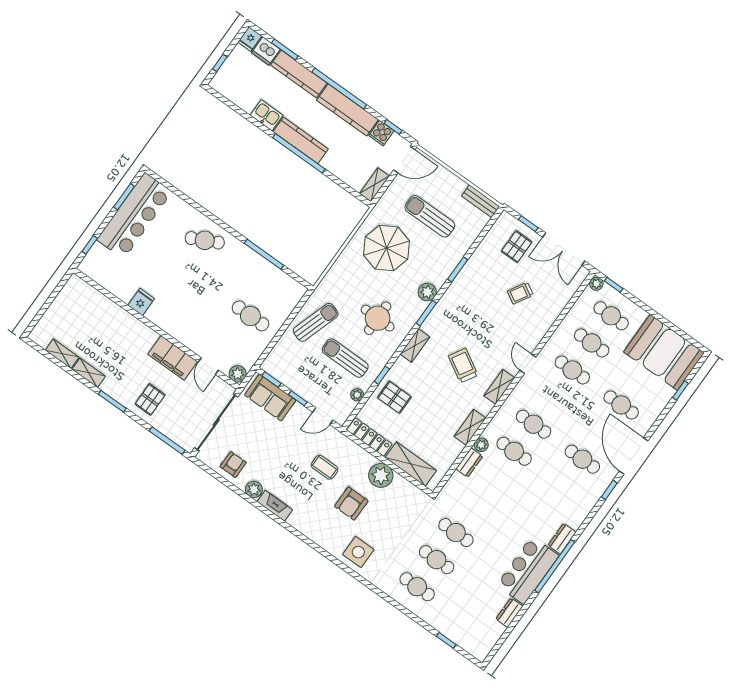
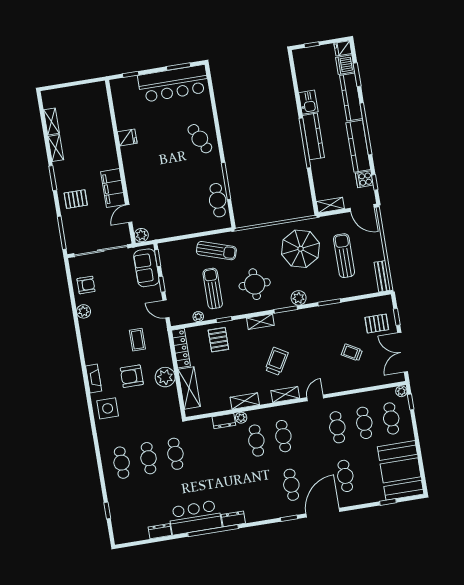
cafe table: (250, 316) -> (218, 200), moved
fireplace: (275, 506) -> (94, 379), moved

